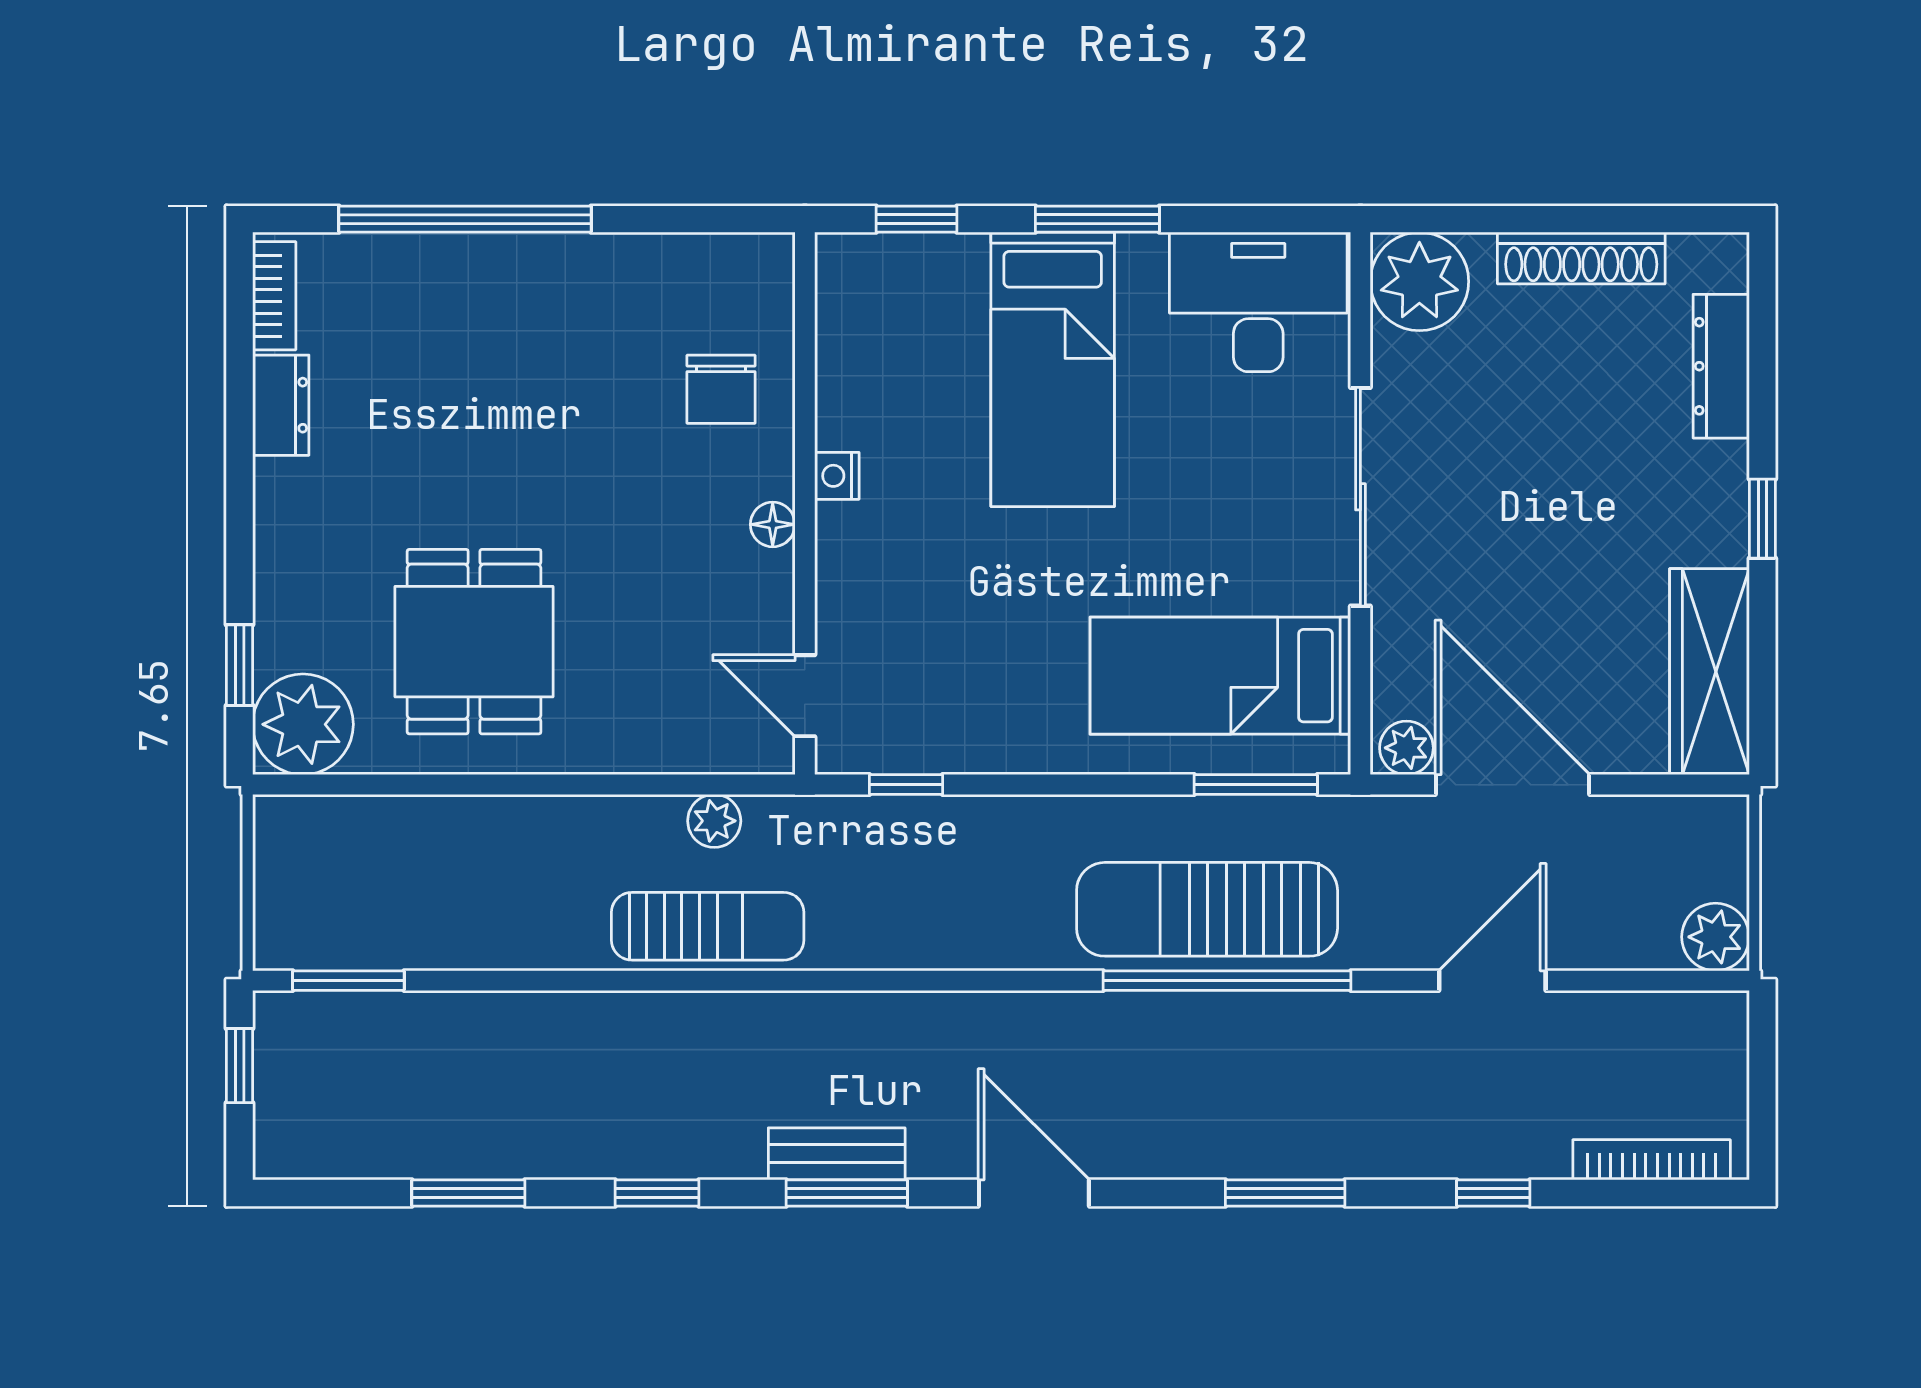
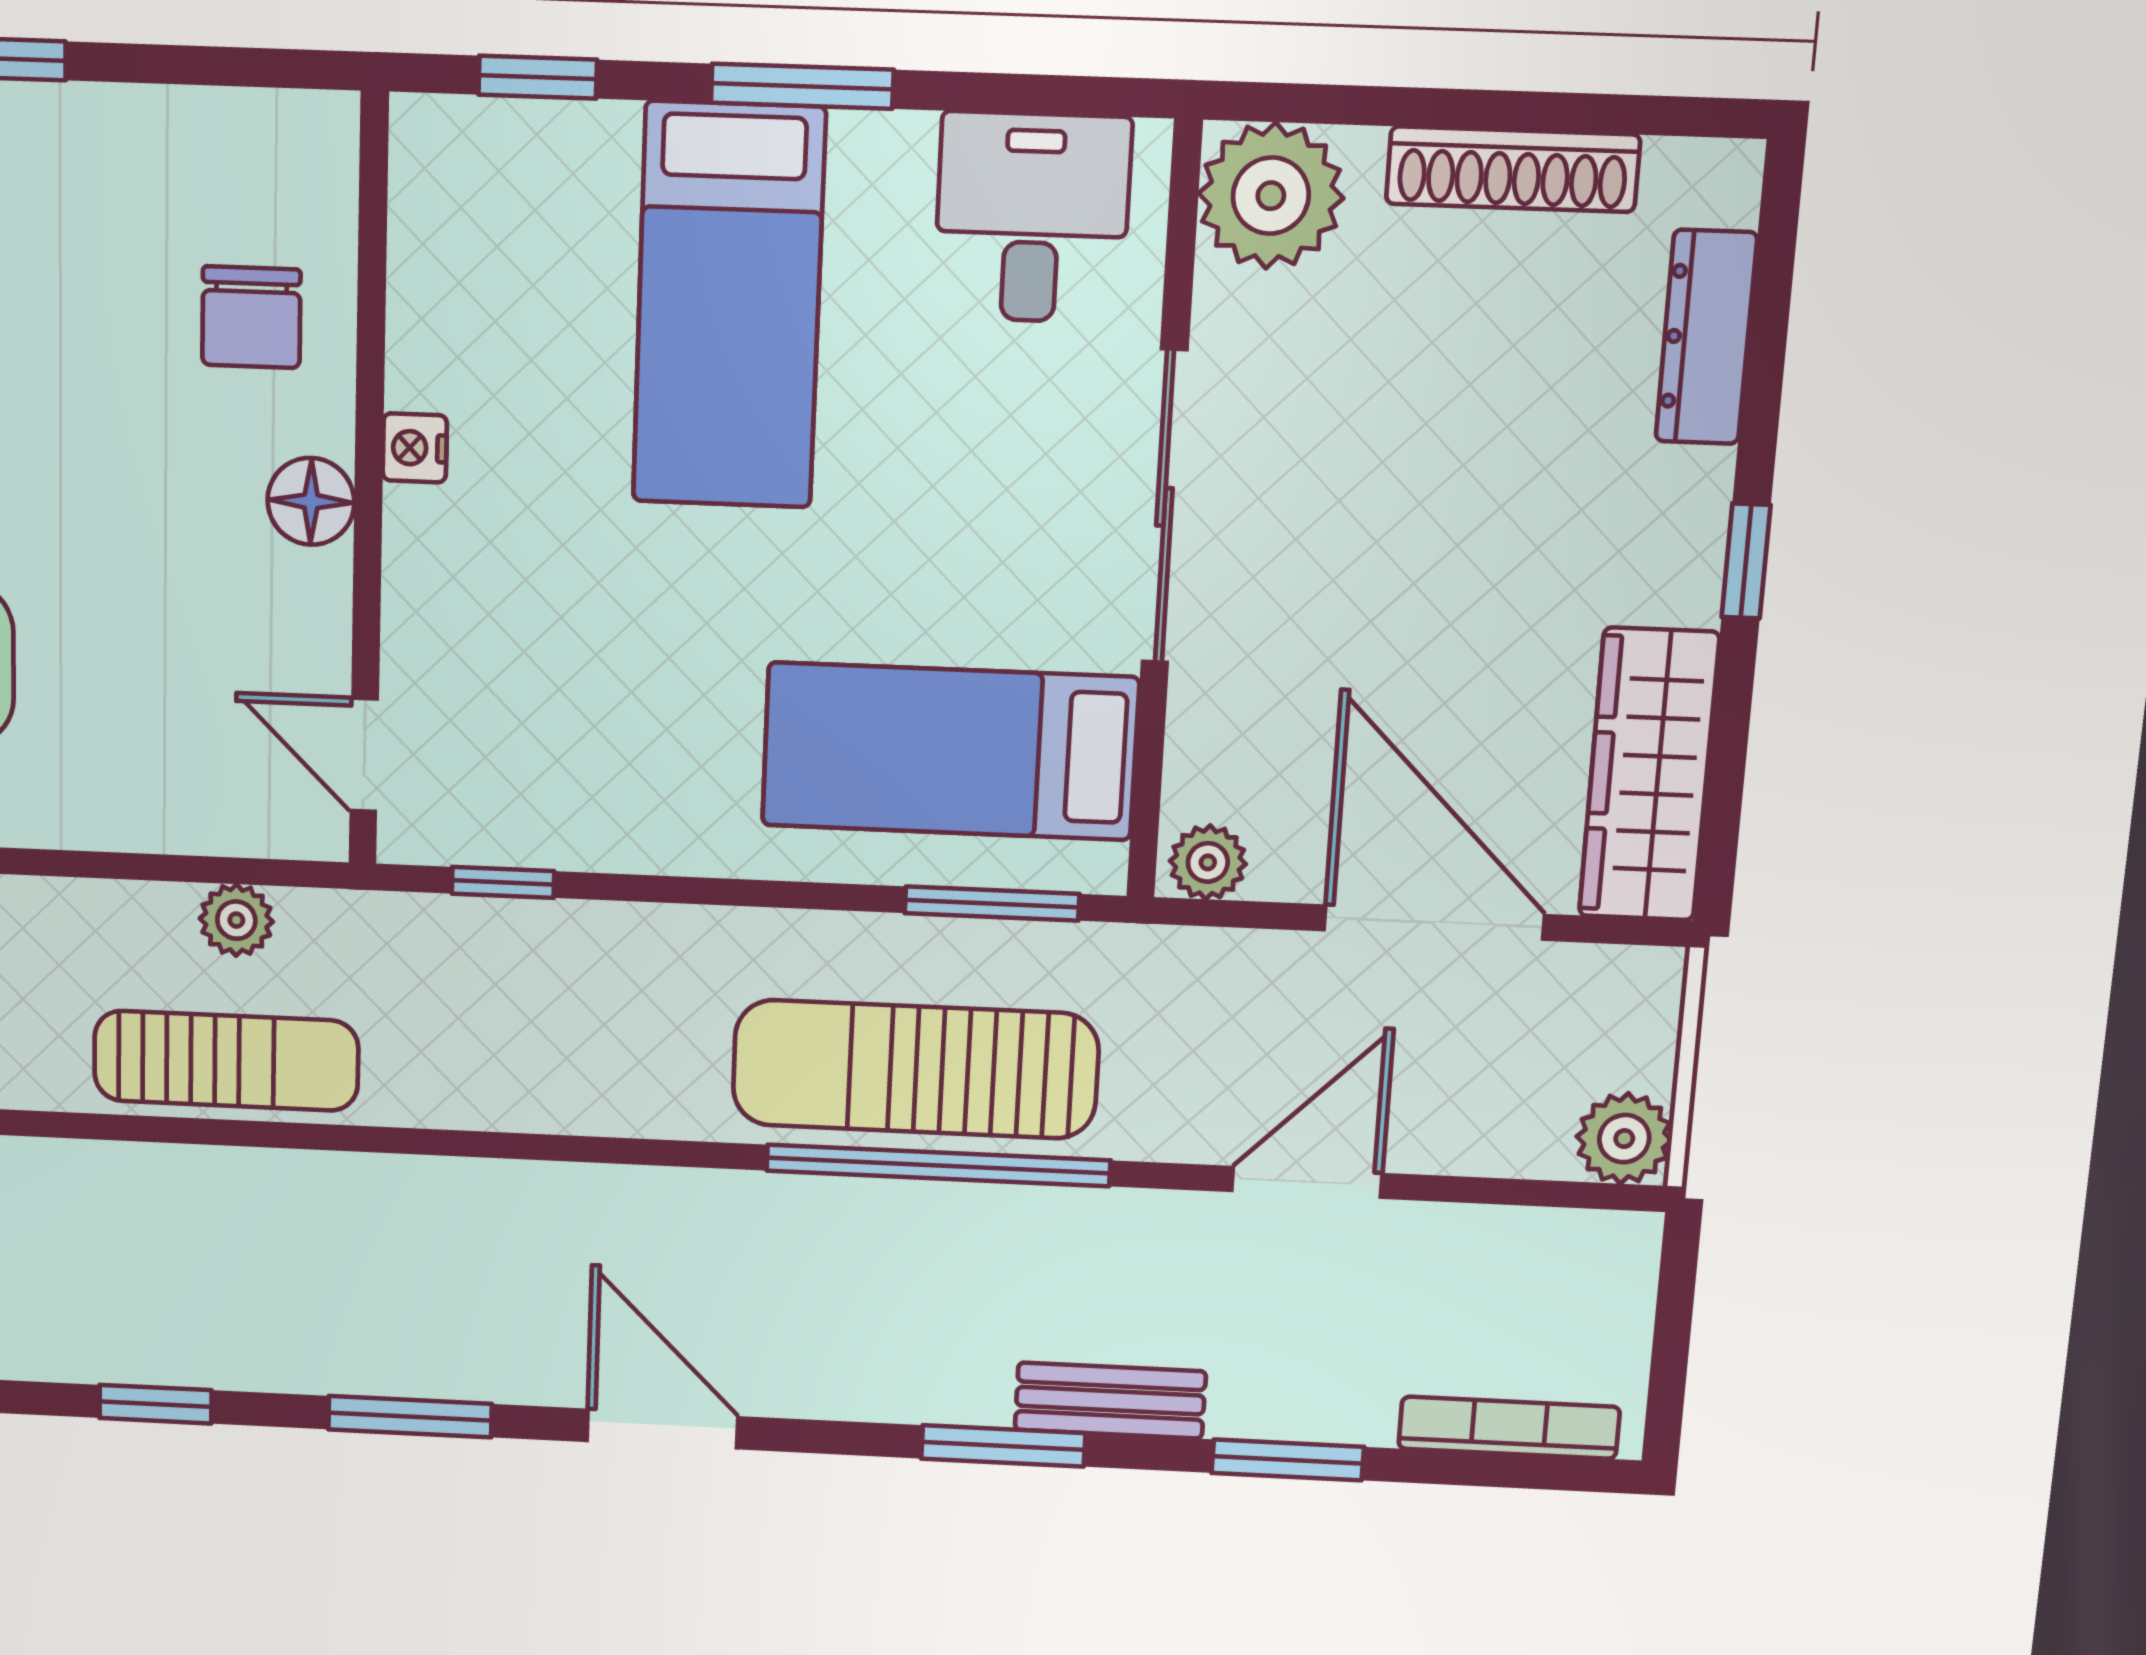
desk: (1258, 302) -> (1032, 218), width x0.73
floor lamp: (773, 524) -> (311, 501), width x1.37, depth x1.37
door: (1513, 785) -> (1434, 923), moved
bench: (837, 1154) -> (1110, 1401), moved
window: (1493, 1193) -> (1288, 1460), width x1.50

